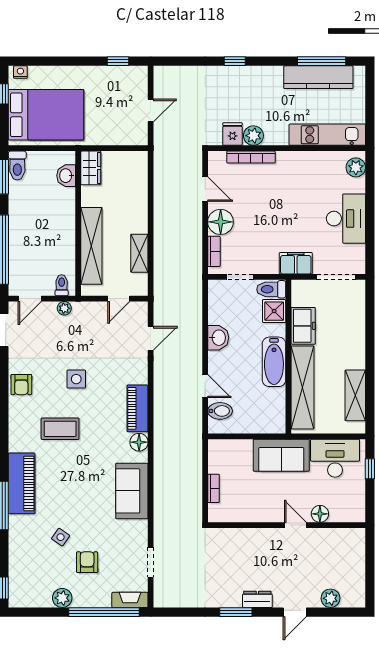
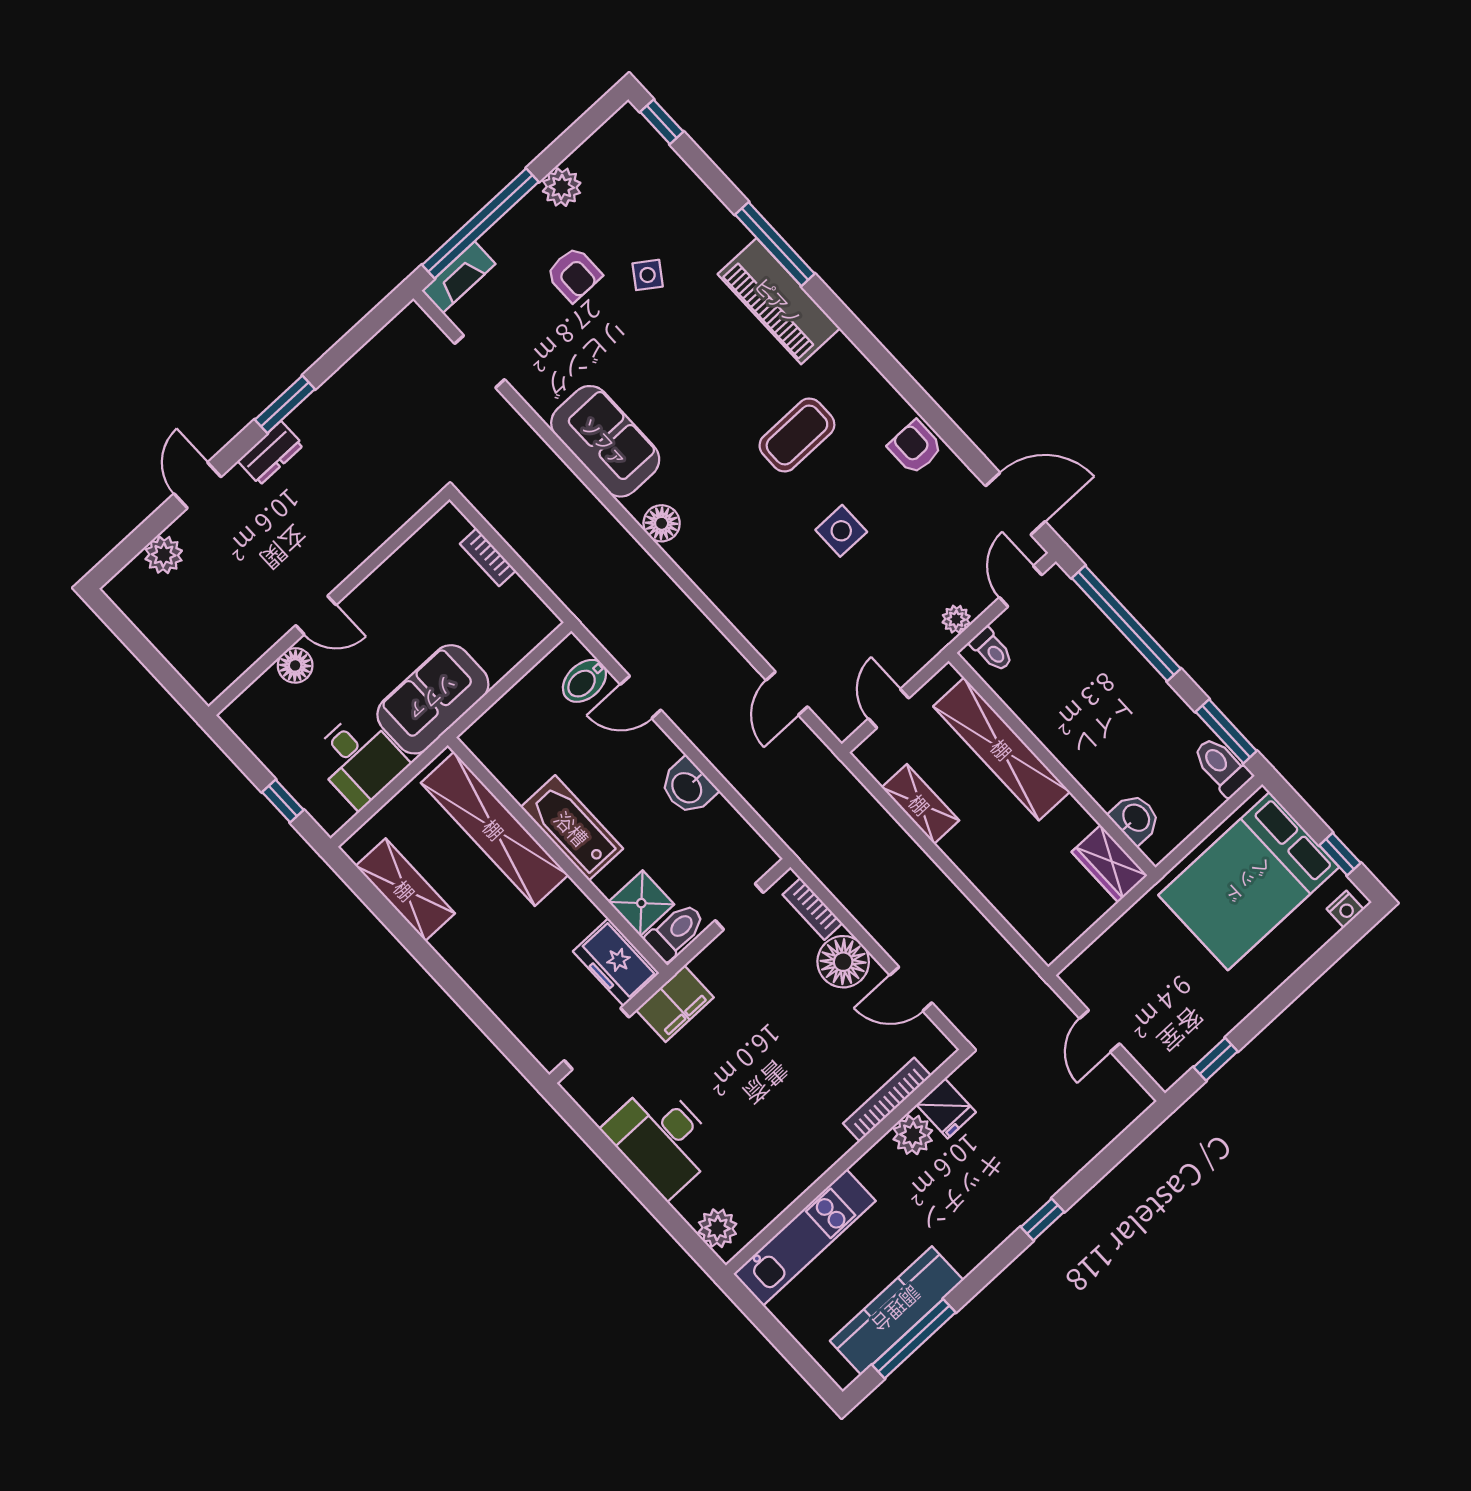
freezer: (303, 326) -> (616, 962), moved
piano: (137, 408) -> (710, 571), removed
desk: (335, 458) -> (359, 760), width x0.73

